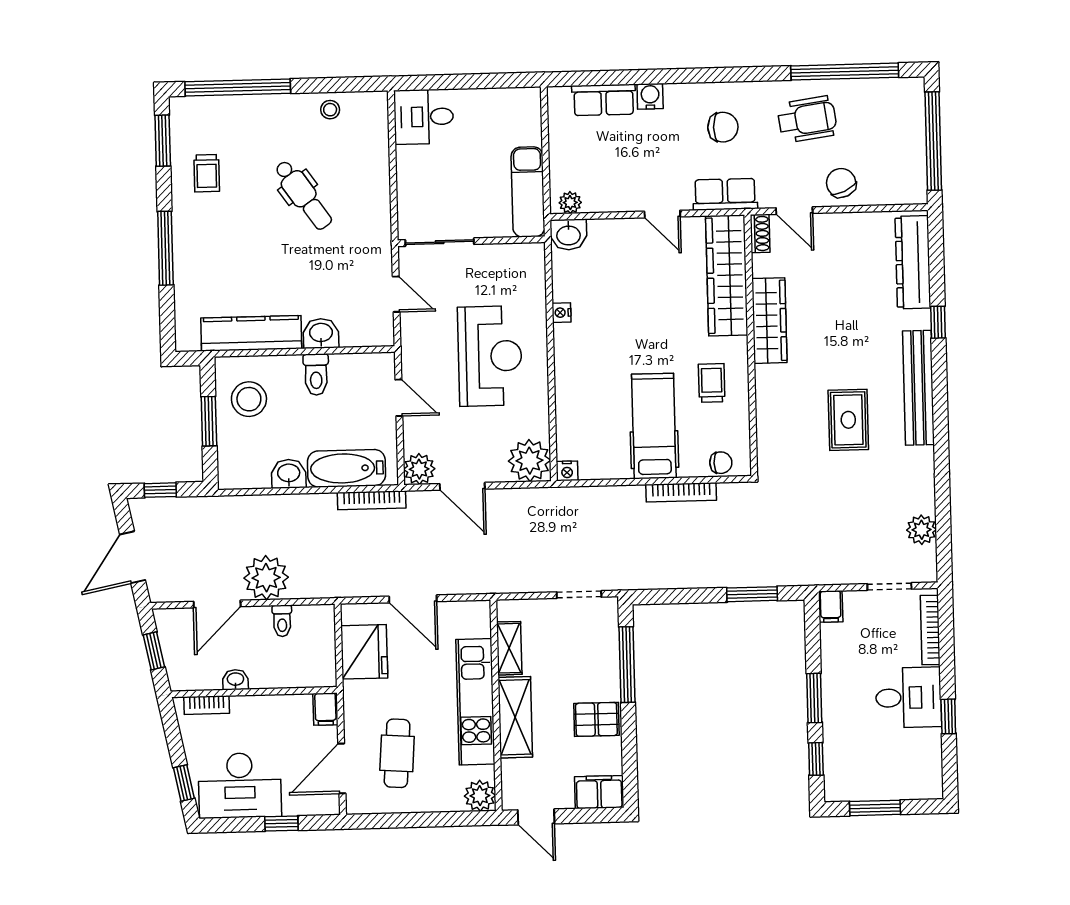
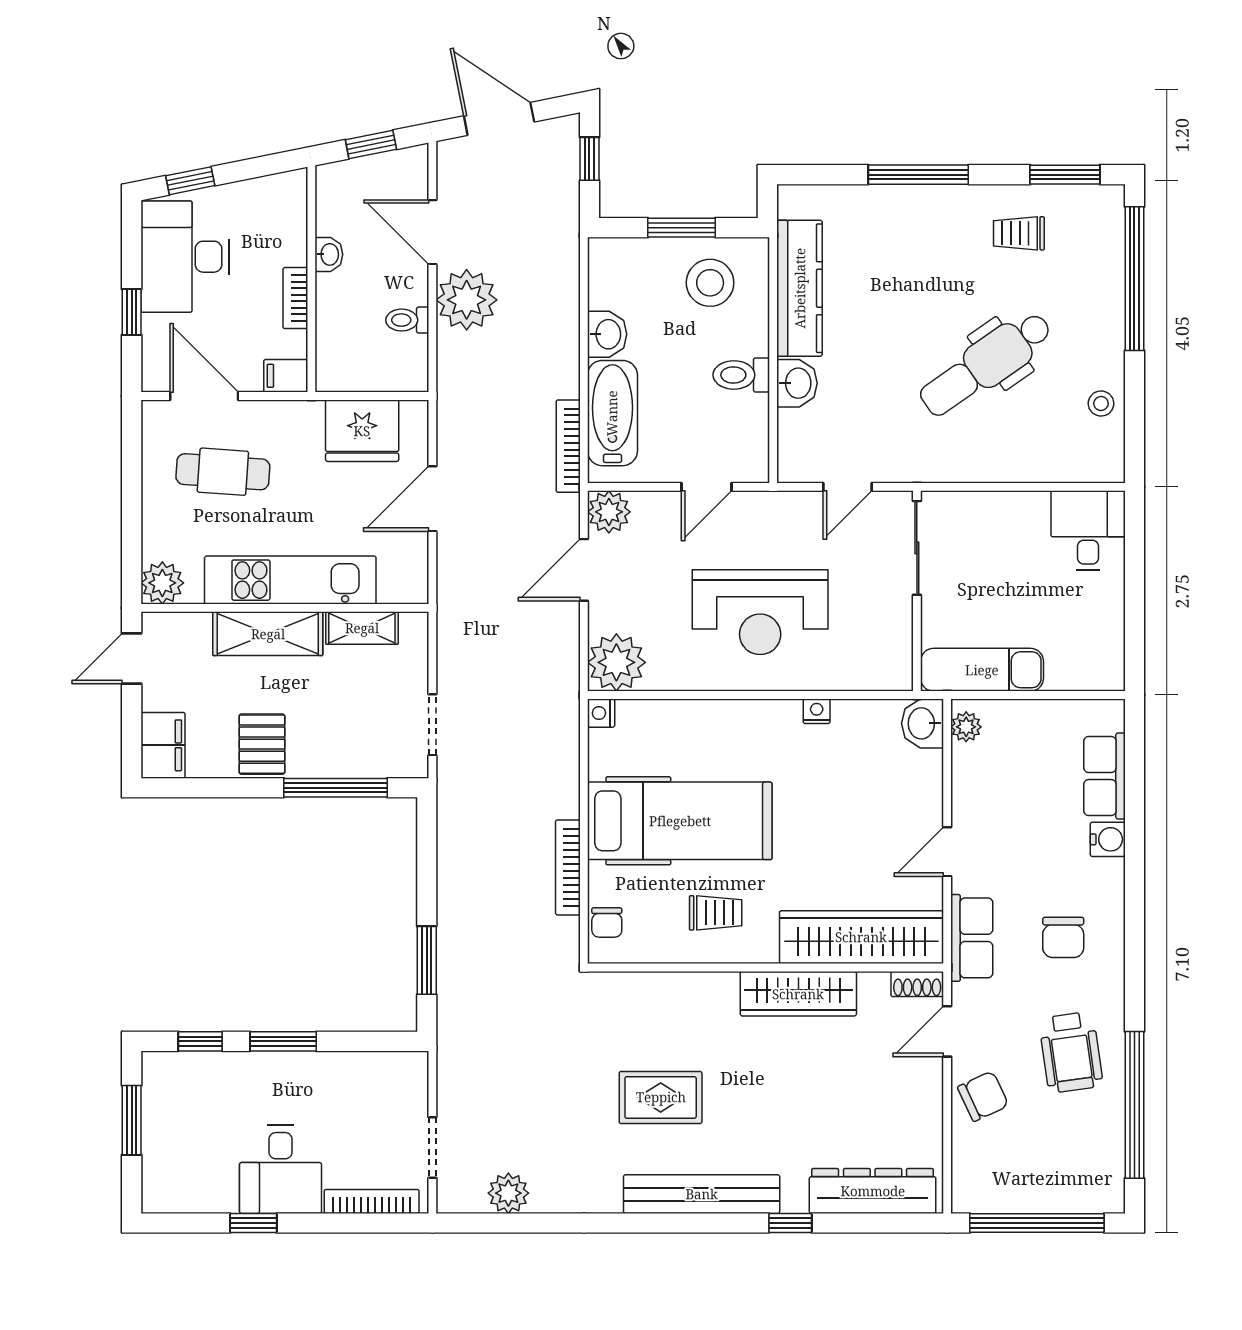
dental chair: (303, 195) -> (986, 364), width x1.36, depth x1.38
hospital bed: (654, 426) -> (680, 821), width x1.37, depth x1.29
filing cabinet: (831, 606) -> (407, 1067), removed
bookcase: (207, 705) -> (295, 298), moved

